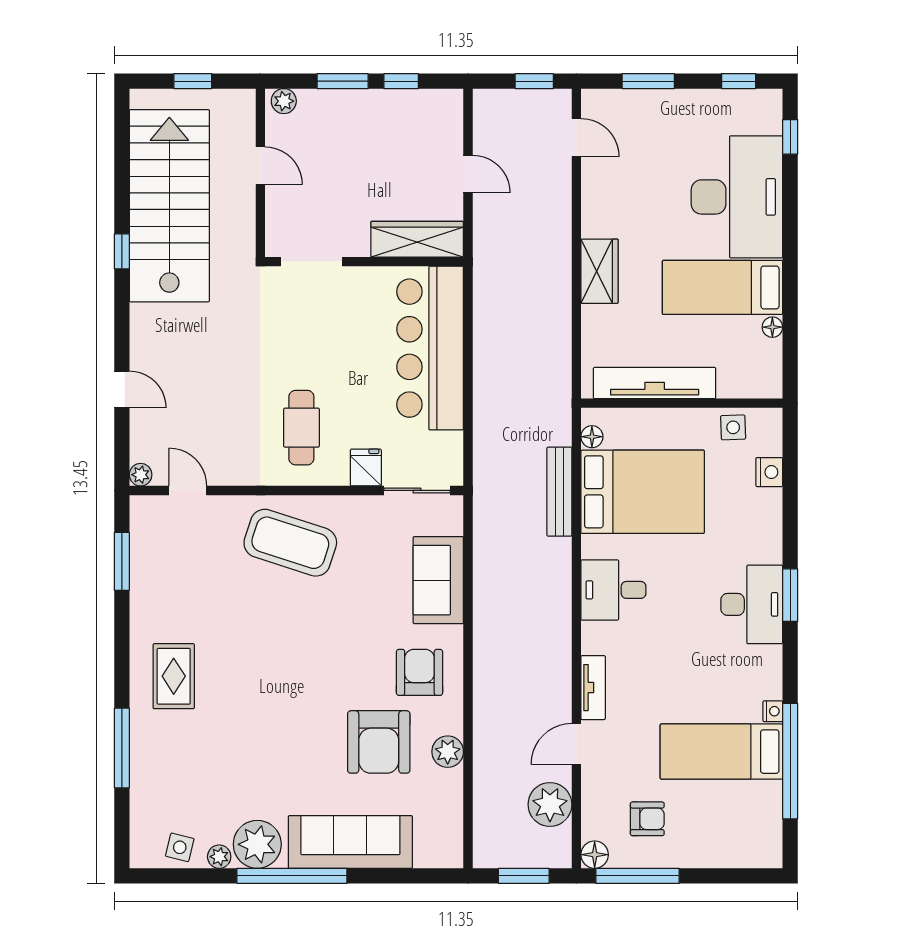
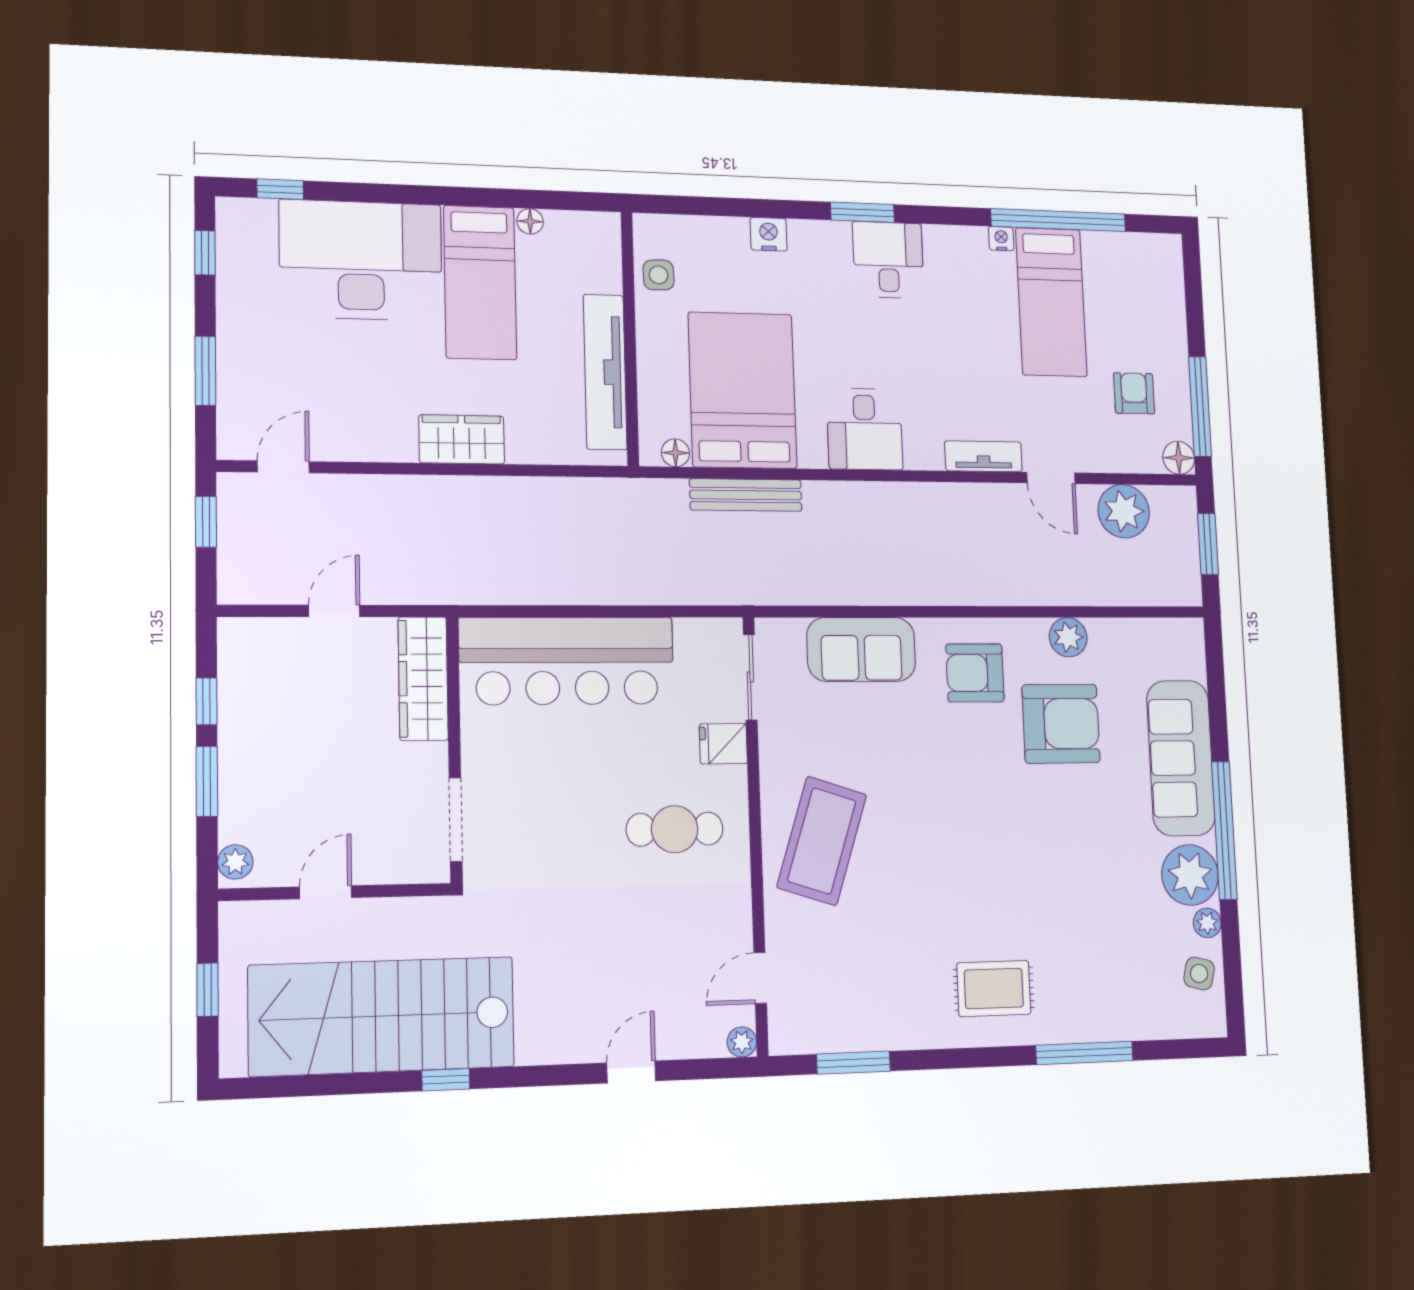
nightstand: (769, 472) -> (769, 234), moved
desk: (752, 604) -> (888, 260), width x0.73

